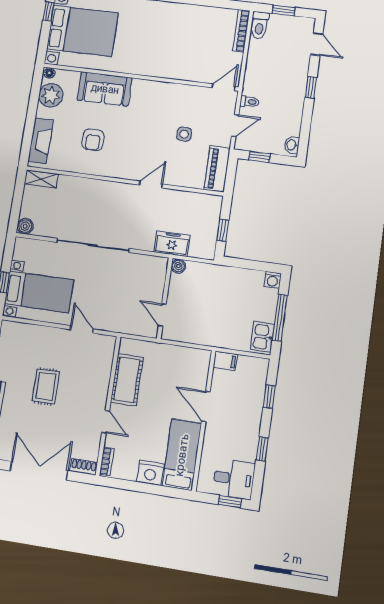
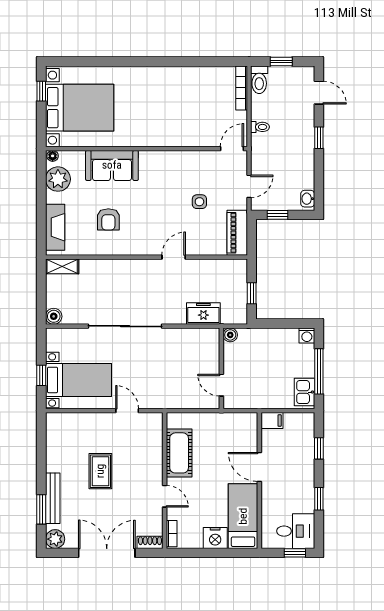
toilet: (250, 102) -> (260, 127), moved
boiler: (178, 266) -> (230, 335), moved
wall: (165, 298) -> (221, 368), moved
door: (162, 315) -> (221, 385), moved

